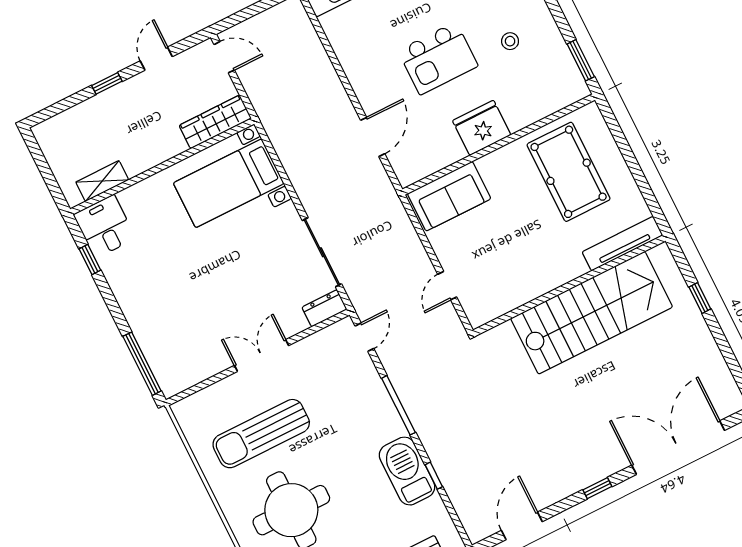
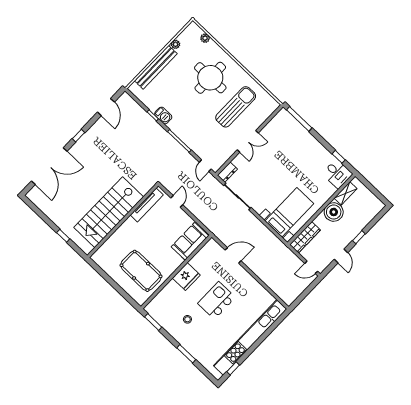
door: (373, 137) -> (233, 255), swing flipped
boiler: (139, 152) -> (334, 212), added
tv unit: (622, 244) -> (147, 205), moved
barbecue: (407, 471) -> (163, 115), width x0.53, depth x0.65

